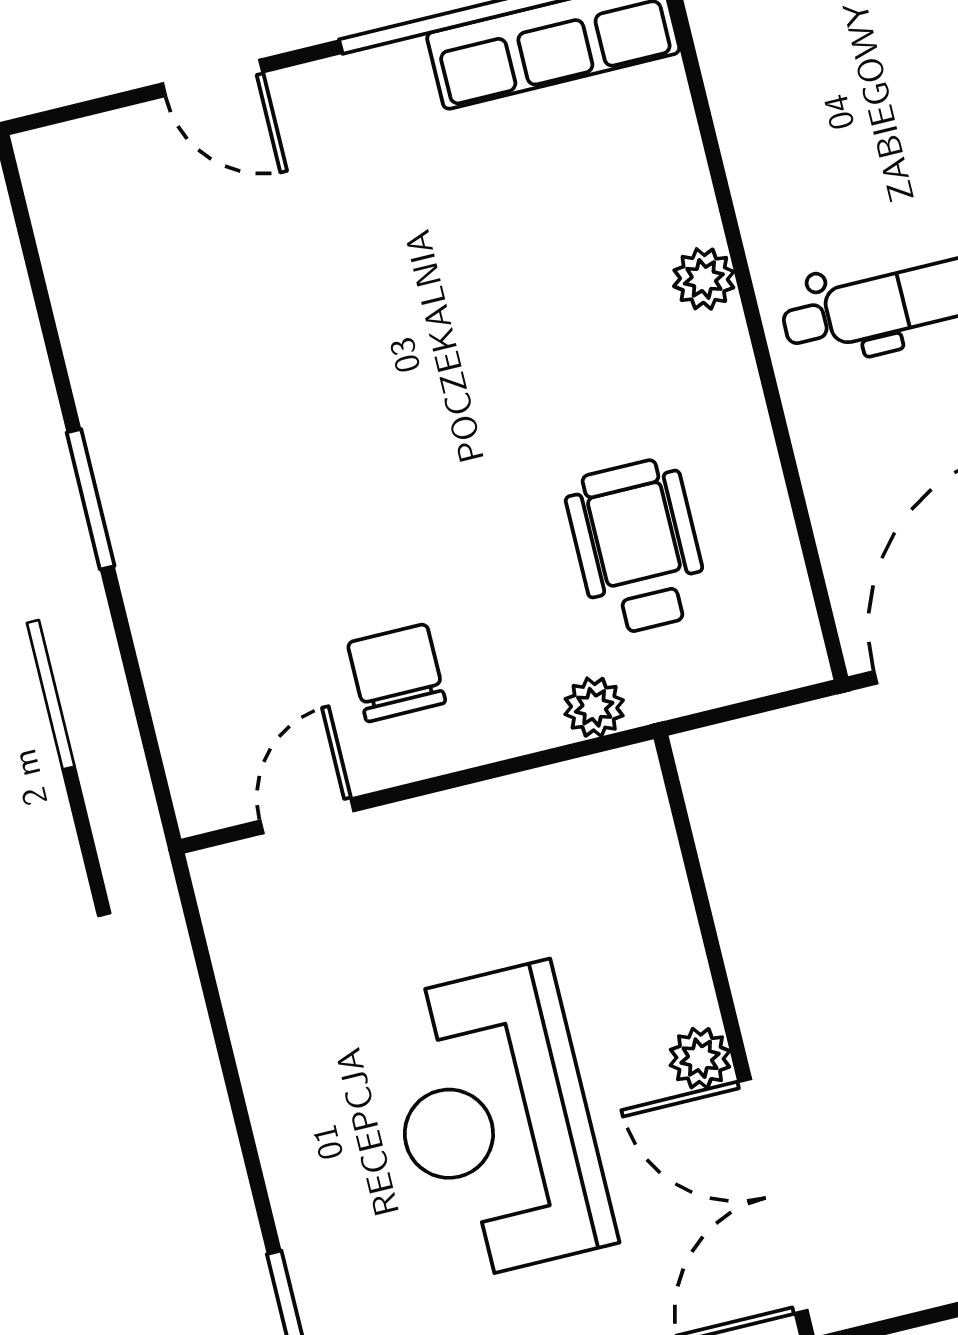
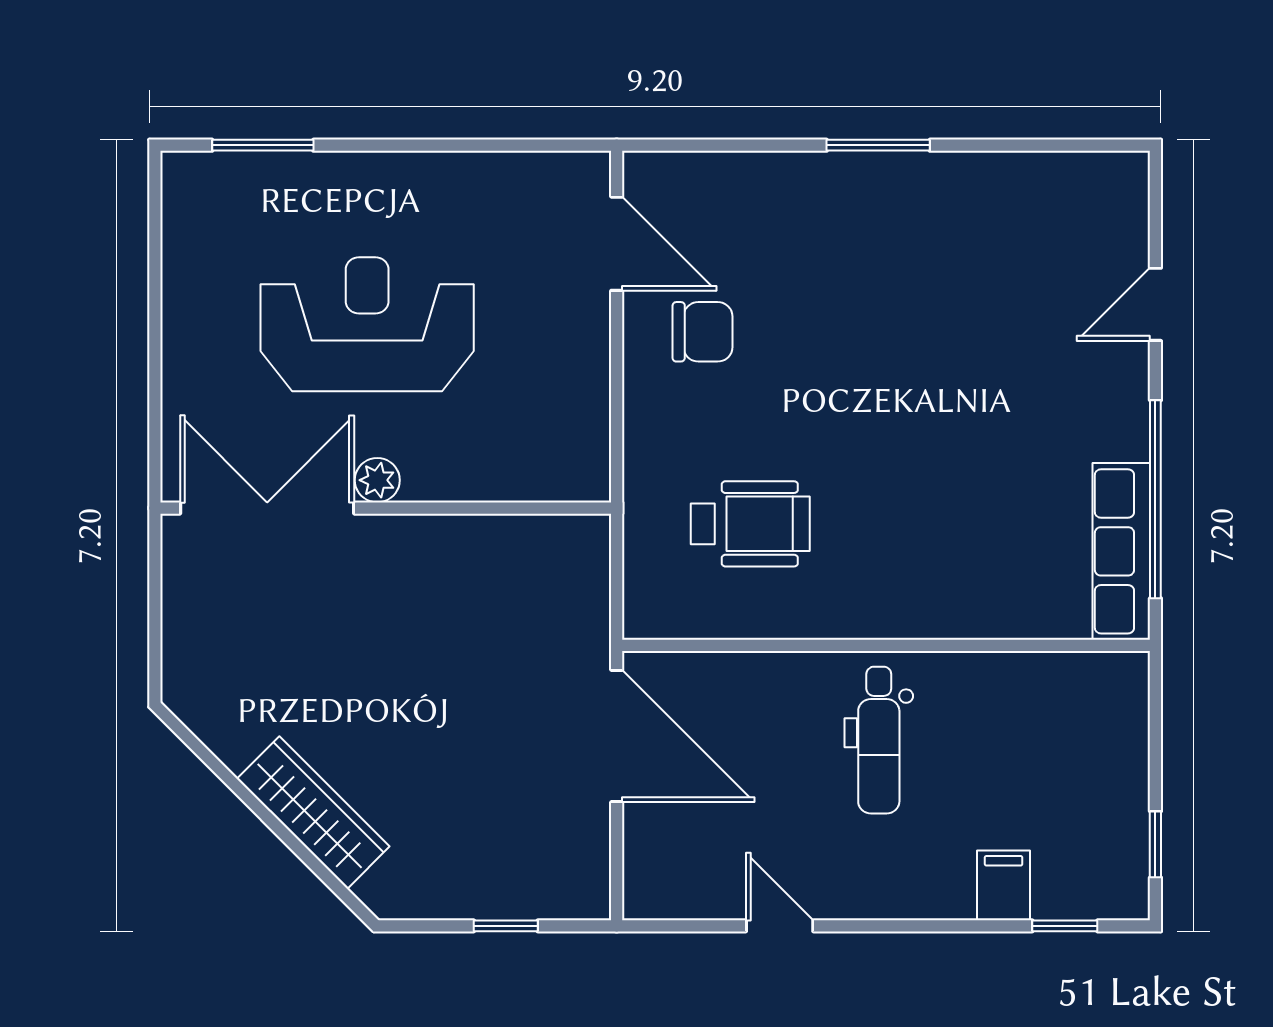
plant: (704, 279) -> (928, 617), removed
plant: (594, 707) -> (644, 466), removed
door: (307, 816) -> (617, 244), width x1.38

